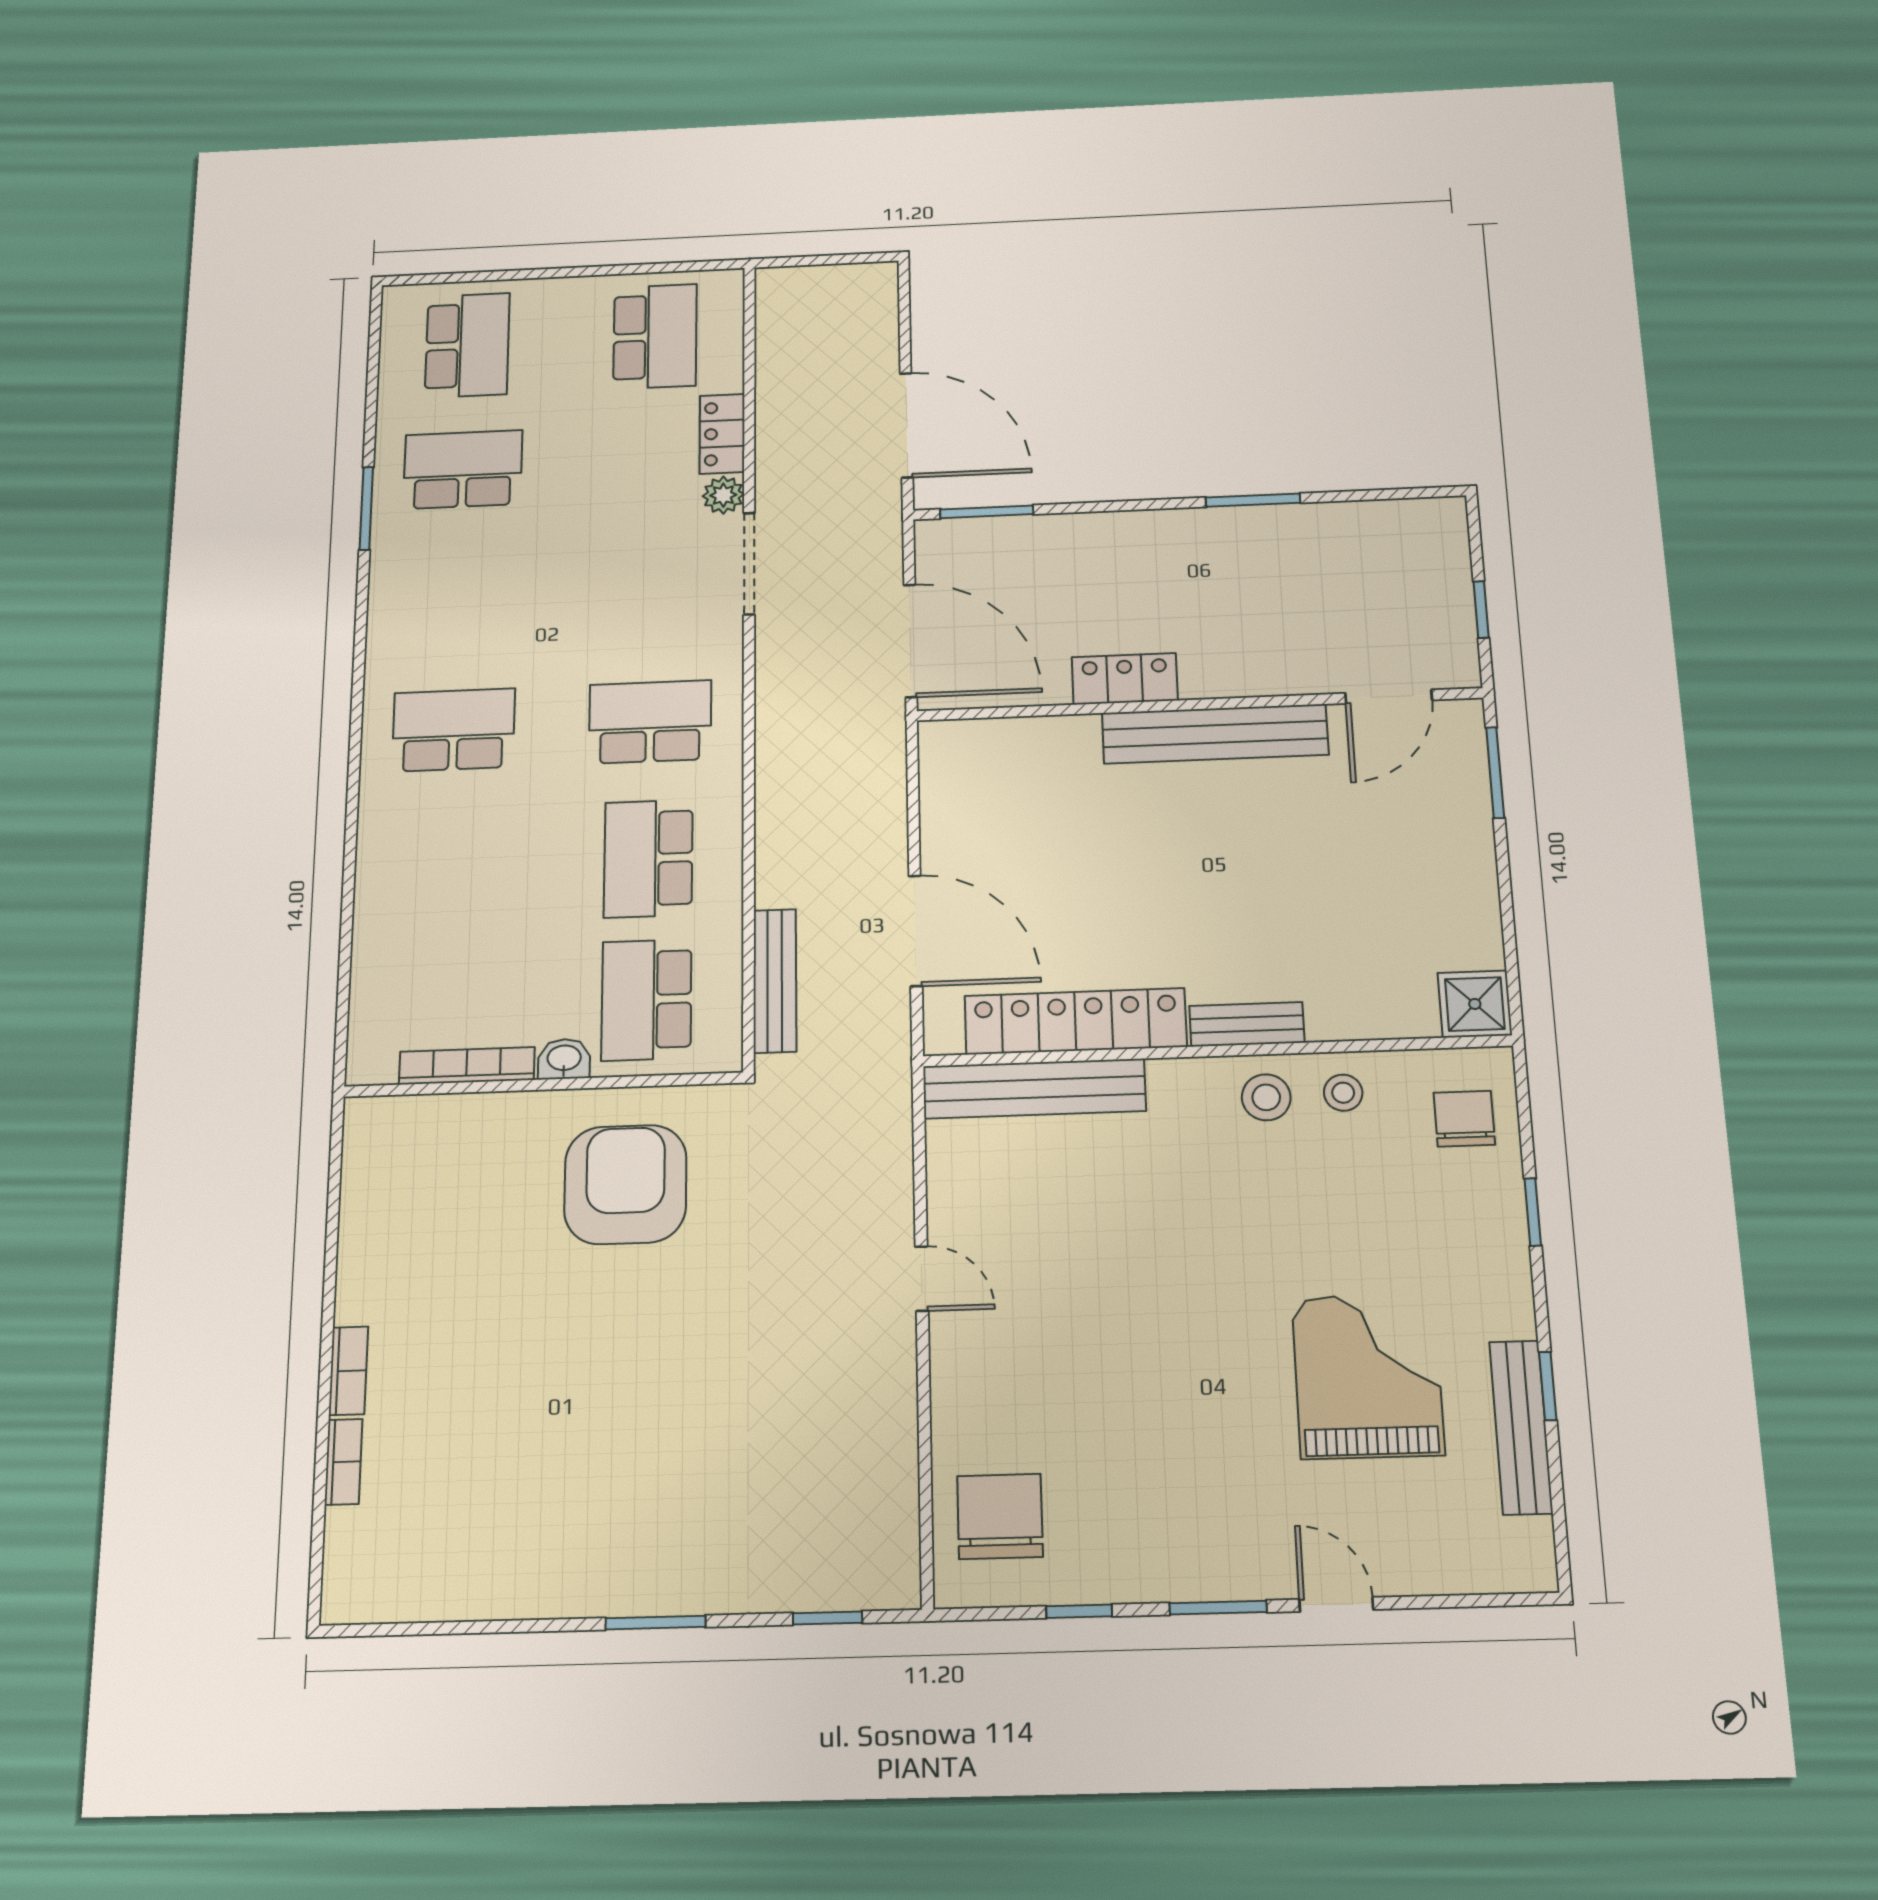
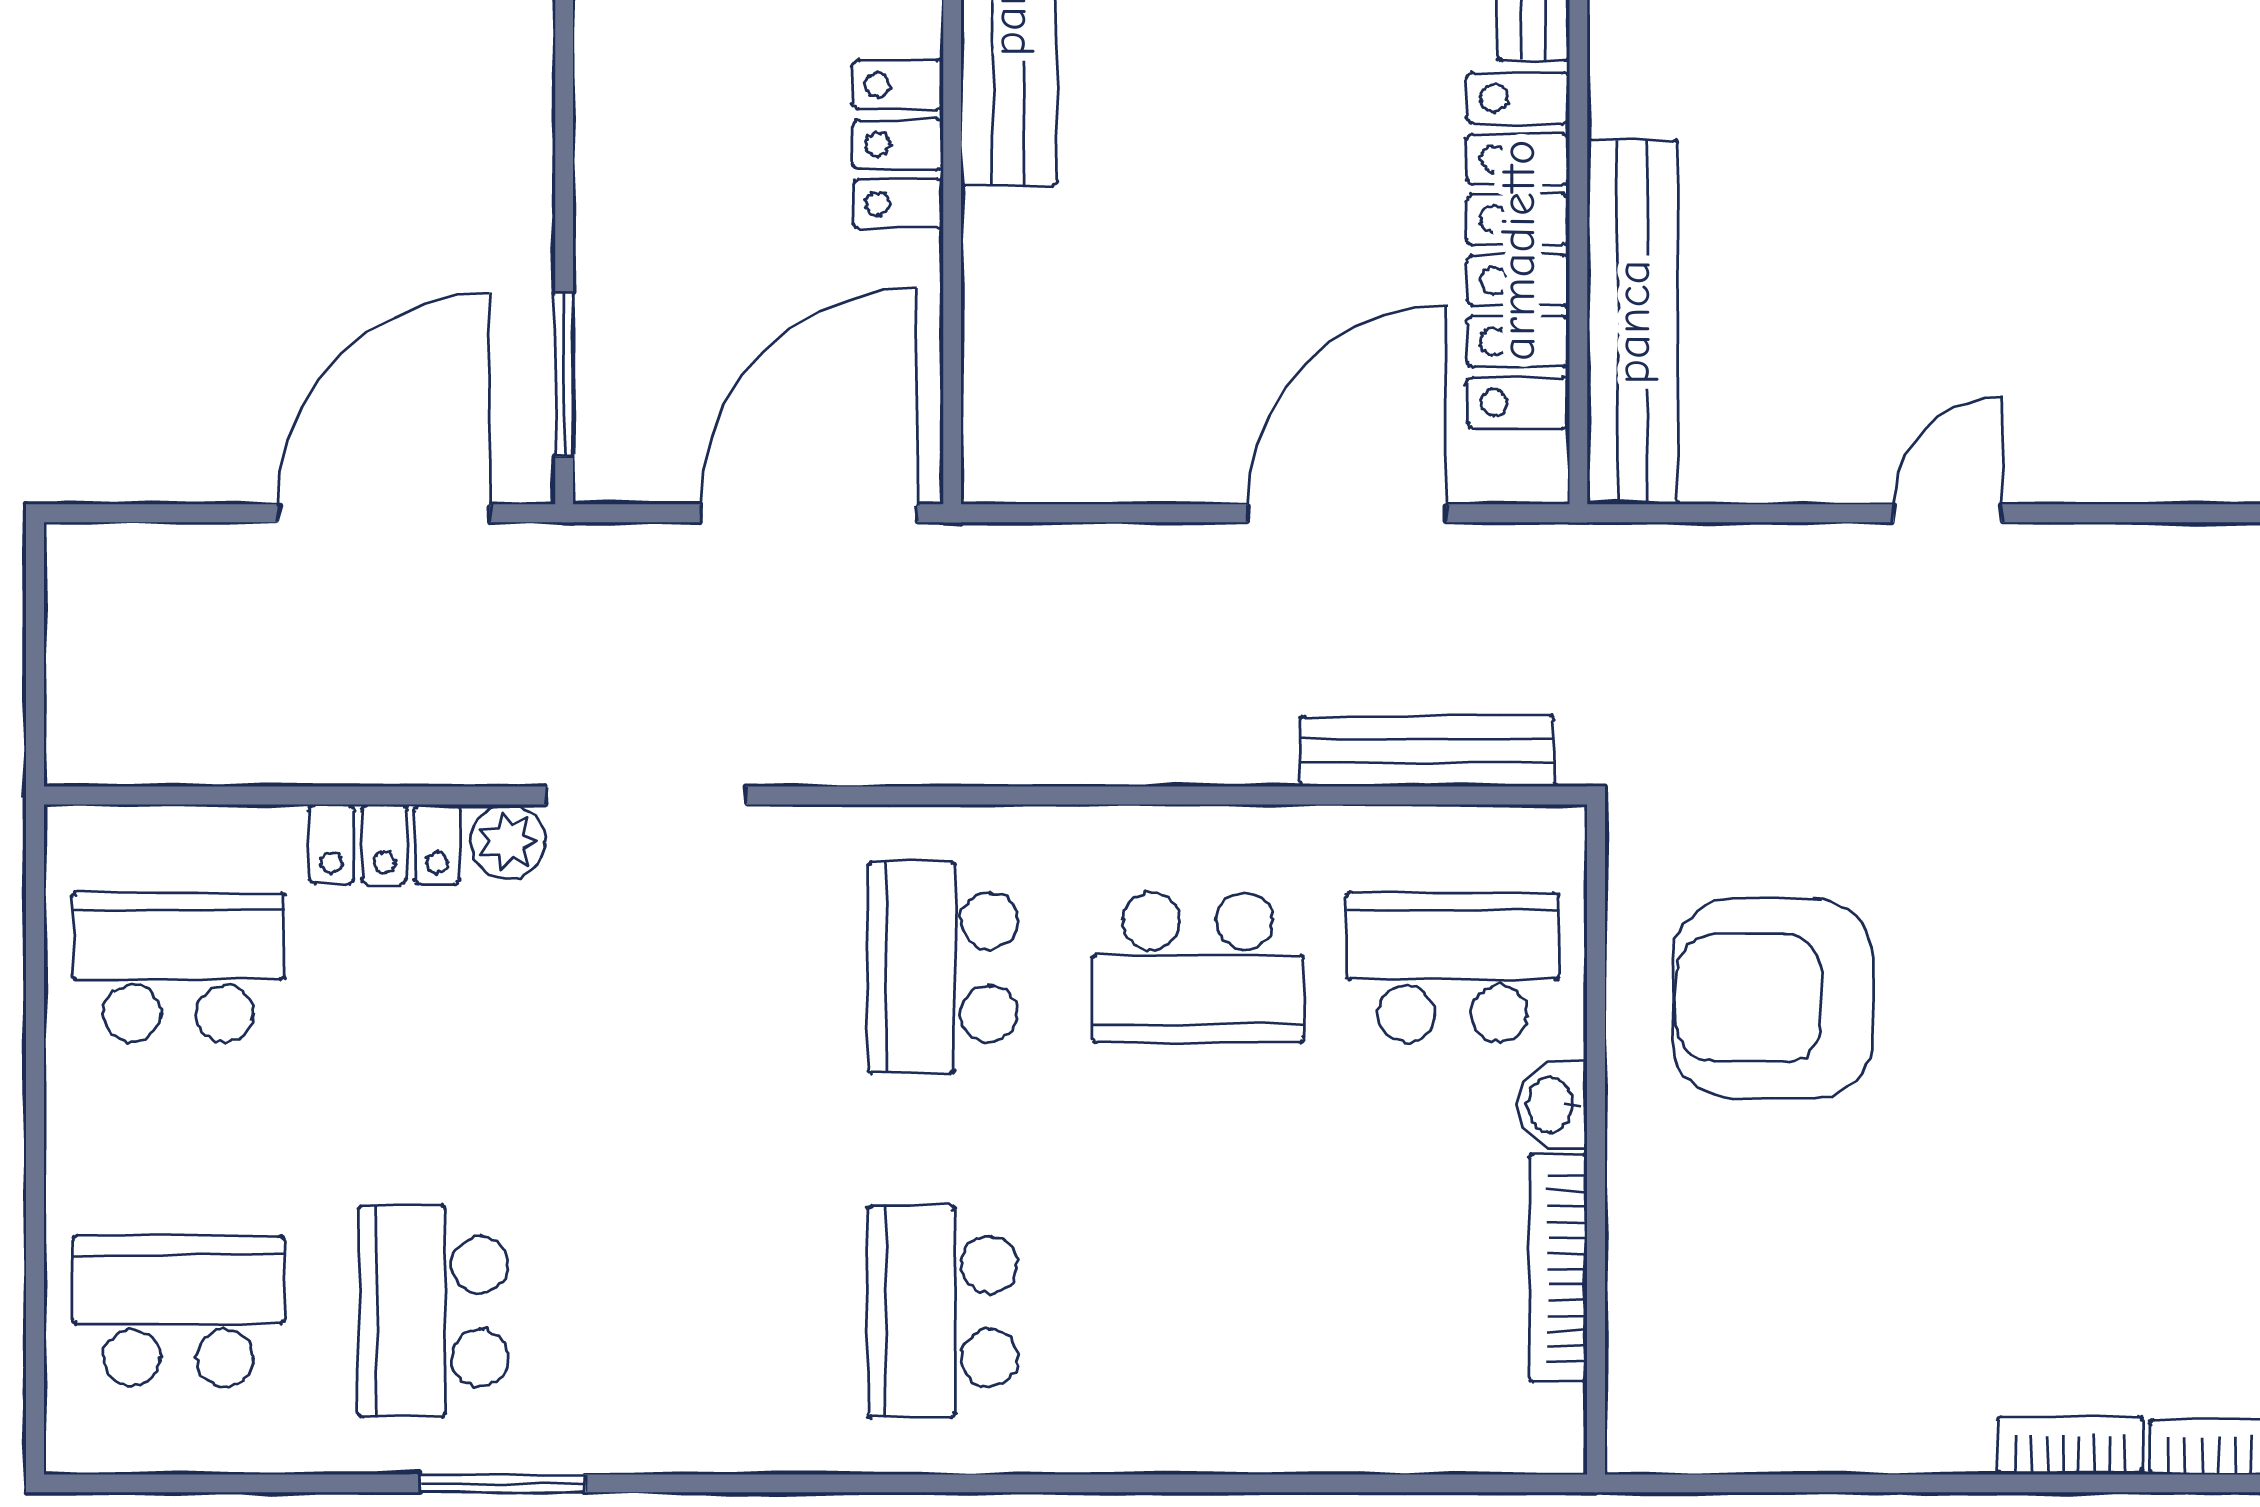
school desk: (646, 1000) -> (1453, 967), turned 180

